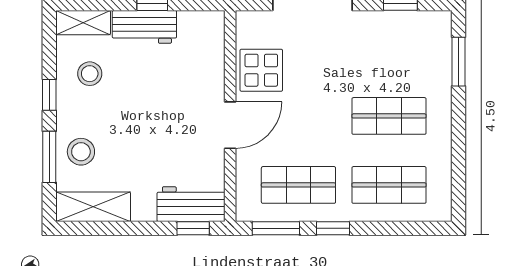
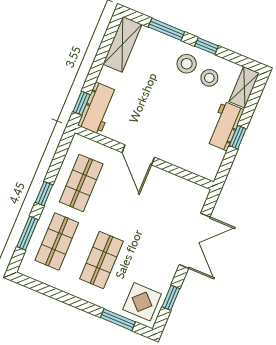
display table: (261, 70) -> (142, 302), moved
stool: (81, 152) -> (187, 64), moved
window: (276, 228) -> (27, 233), moved

